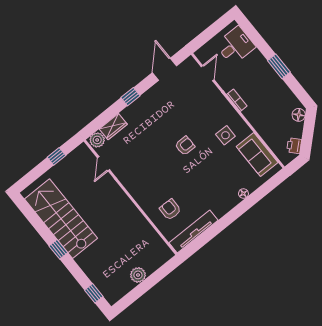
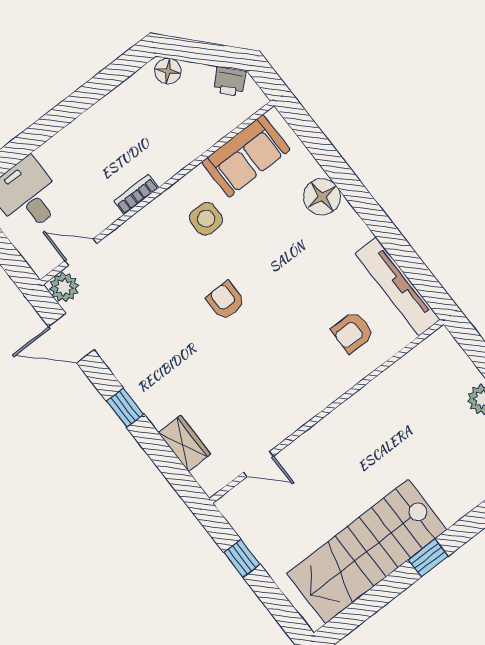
window: (279, 66) -> (70, 109), removed
plant: (97, 140) -> (64, 287), moved
floor lamp: (243, 194) -> (322, 197), width x1.89, depth x1.89

